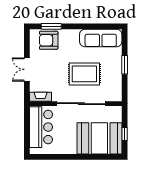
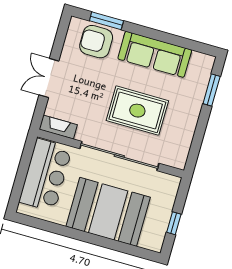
sofa: (101, 38) -> (155, 54), moved
window: (125, 65) -> (212, 90), moved
booth: (99, 138) -> (108, 212), moved

